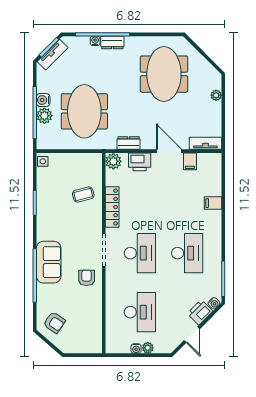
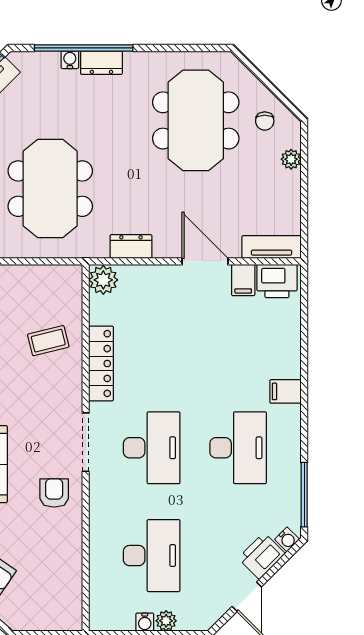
chair: (202, 74) -> (265, 121), added
printer: (140, 162) -> (277, 281), moved
filing cabinet: (213, 203) -> (285, 391), moved

